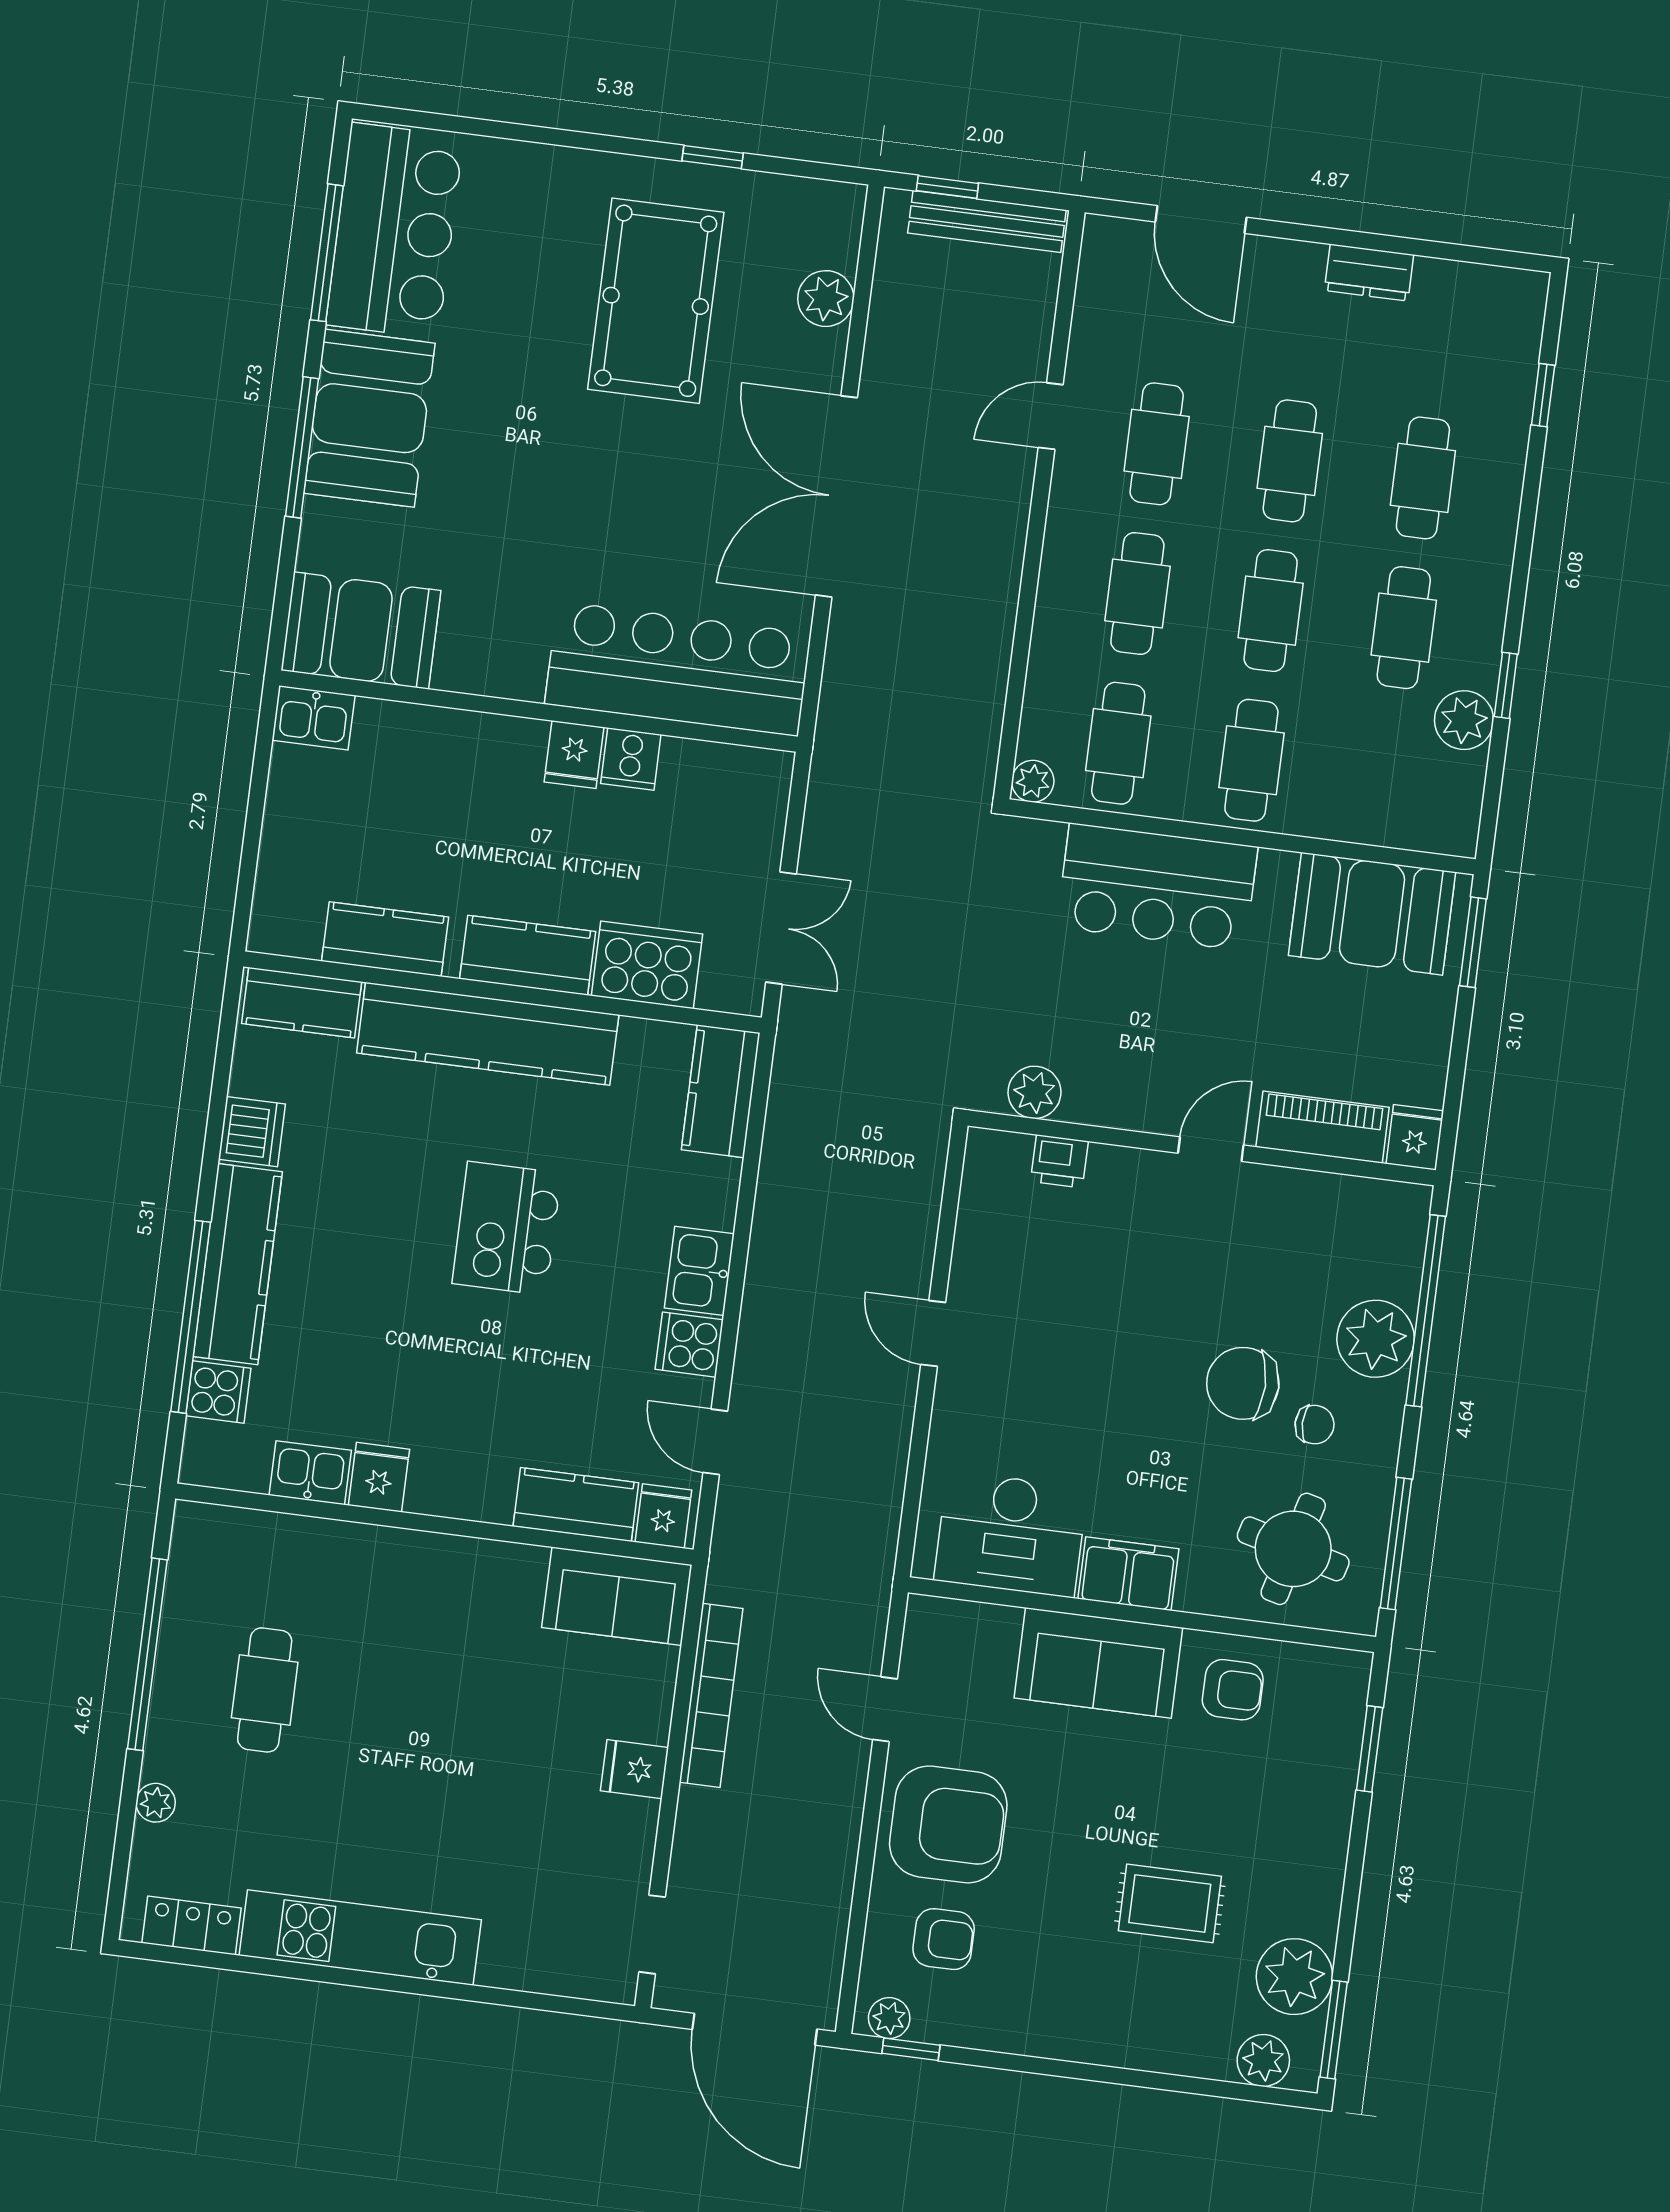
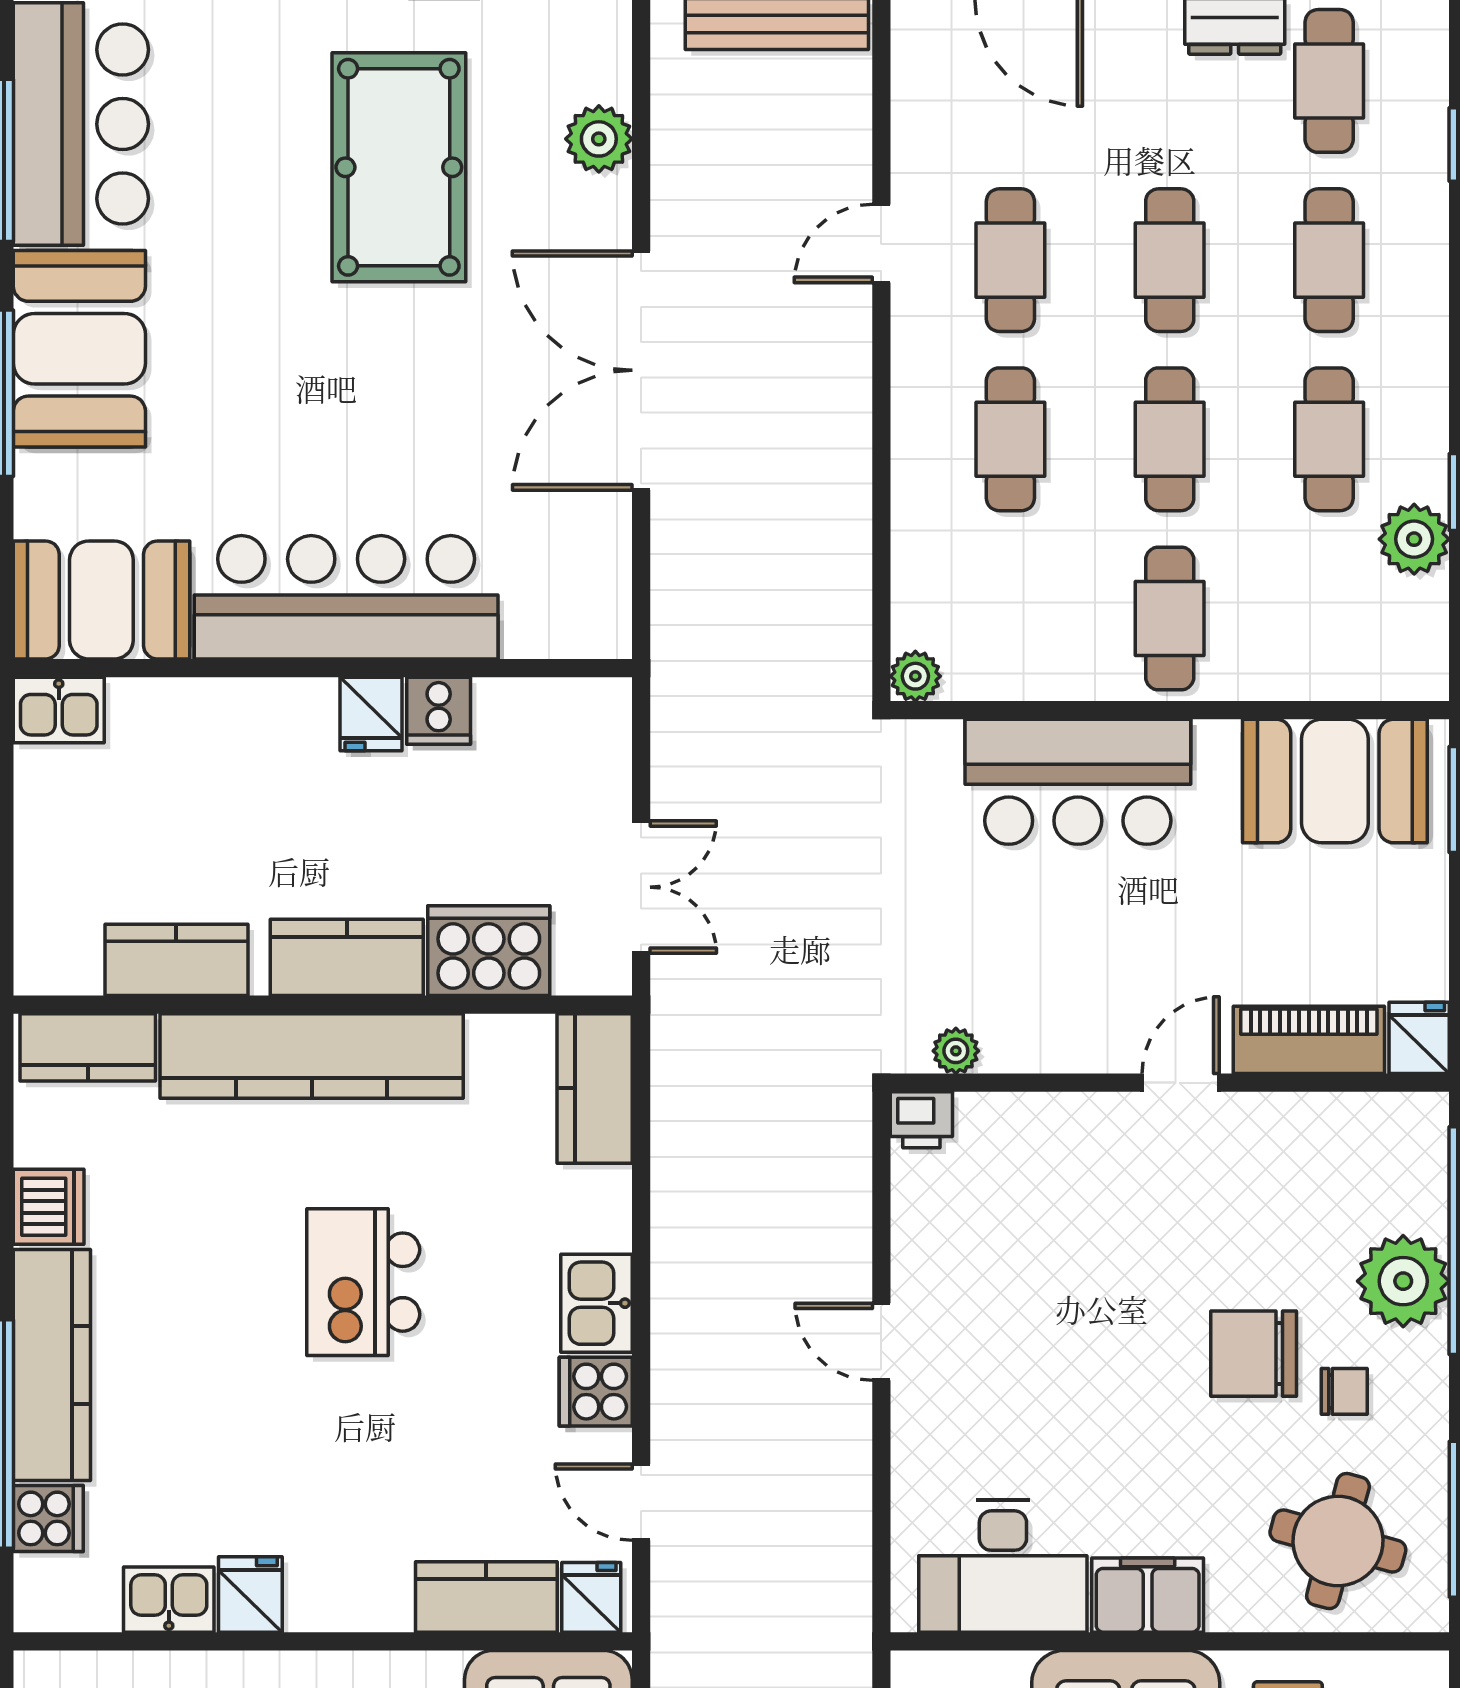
bar counter: (678, 669) -> (346, 597), moved
cafe table: (1118, 743) -> (1329, 81), moved
plant: (1034, 1092) -> (956, 1051), width x0.73, depth x0.73
printer: (1059, 1161) -> (921, 1120), moved

